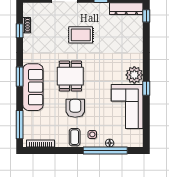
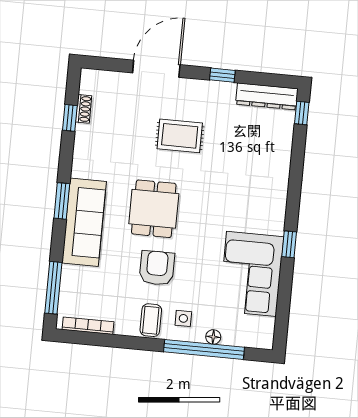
plant: (134, 75) -> (270, 218), removed

